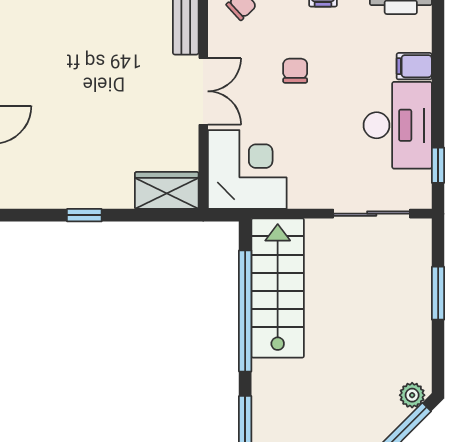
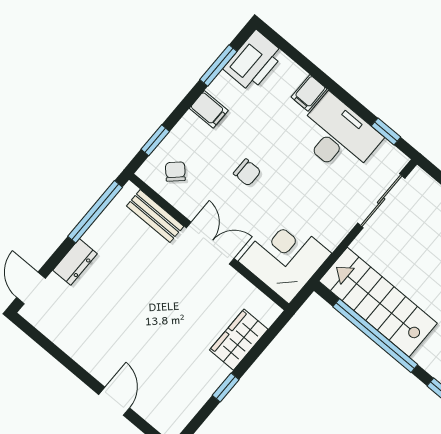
chair: (295, 71) -> (247, 172), turned 180
wardrobe: (167, 190) -> (239, 340), moved

